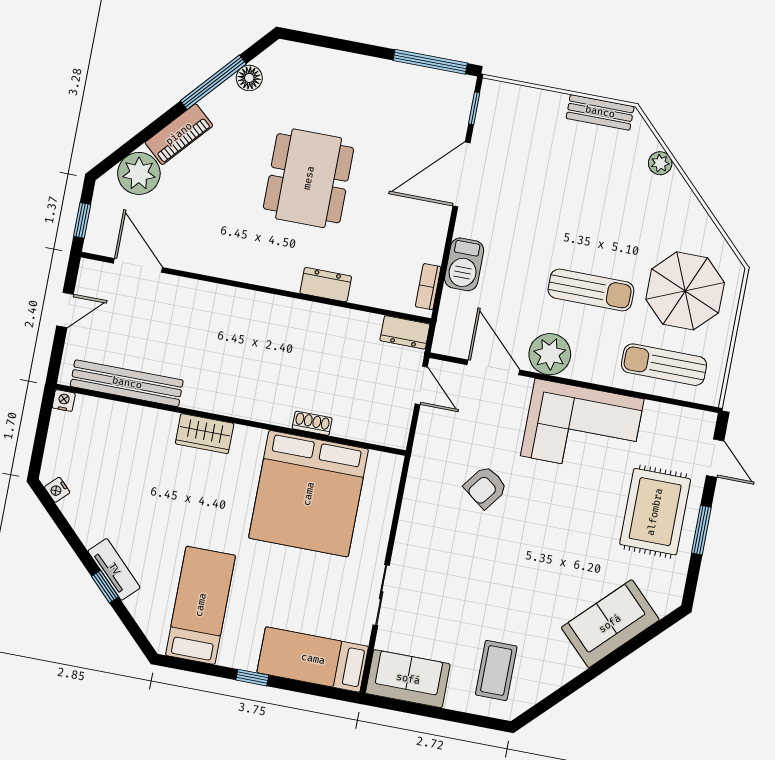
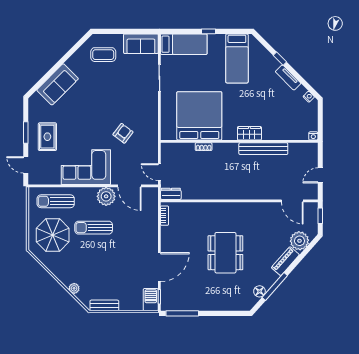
barbecue: (464, 264) -> (151, 300), moved
dresser: (326, 285) -> (209, 208), removed
sun lounger: (664, 365) -> (56, 201), turned 180
bench: (127, 383) -> (263, 149), moved
rug: (655, 512) -> (47, 137), width x0.73, depth x0.70
tv unit: (114, 569) -> (288, 77), moved
coffee table: (496, 670) -> (103, 55), turned 90

